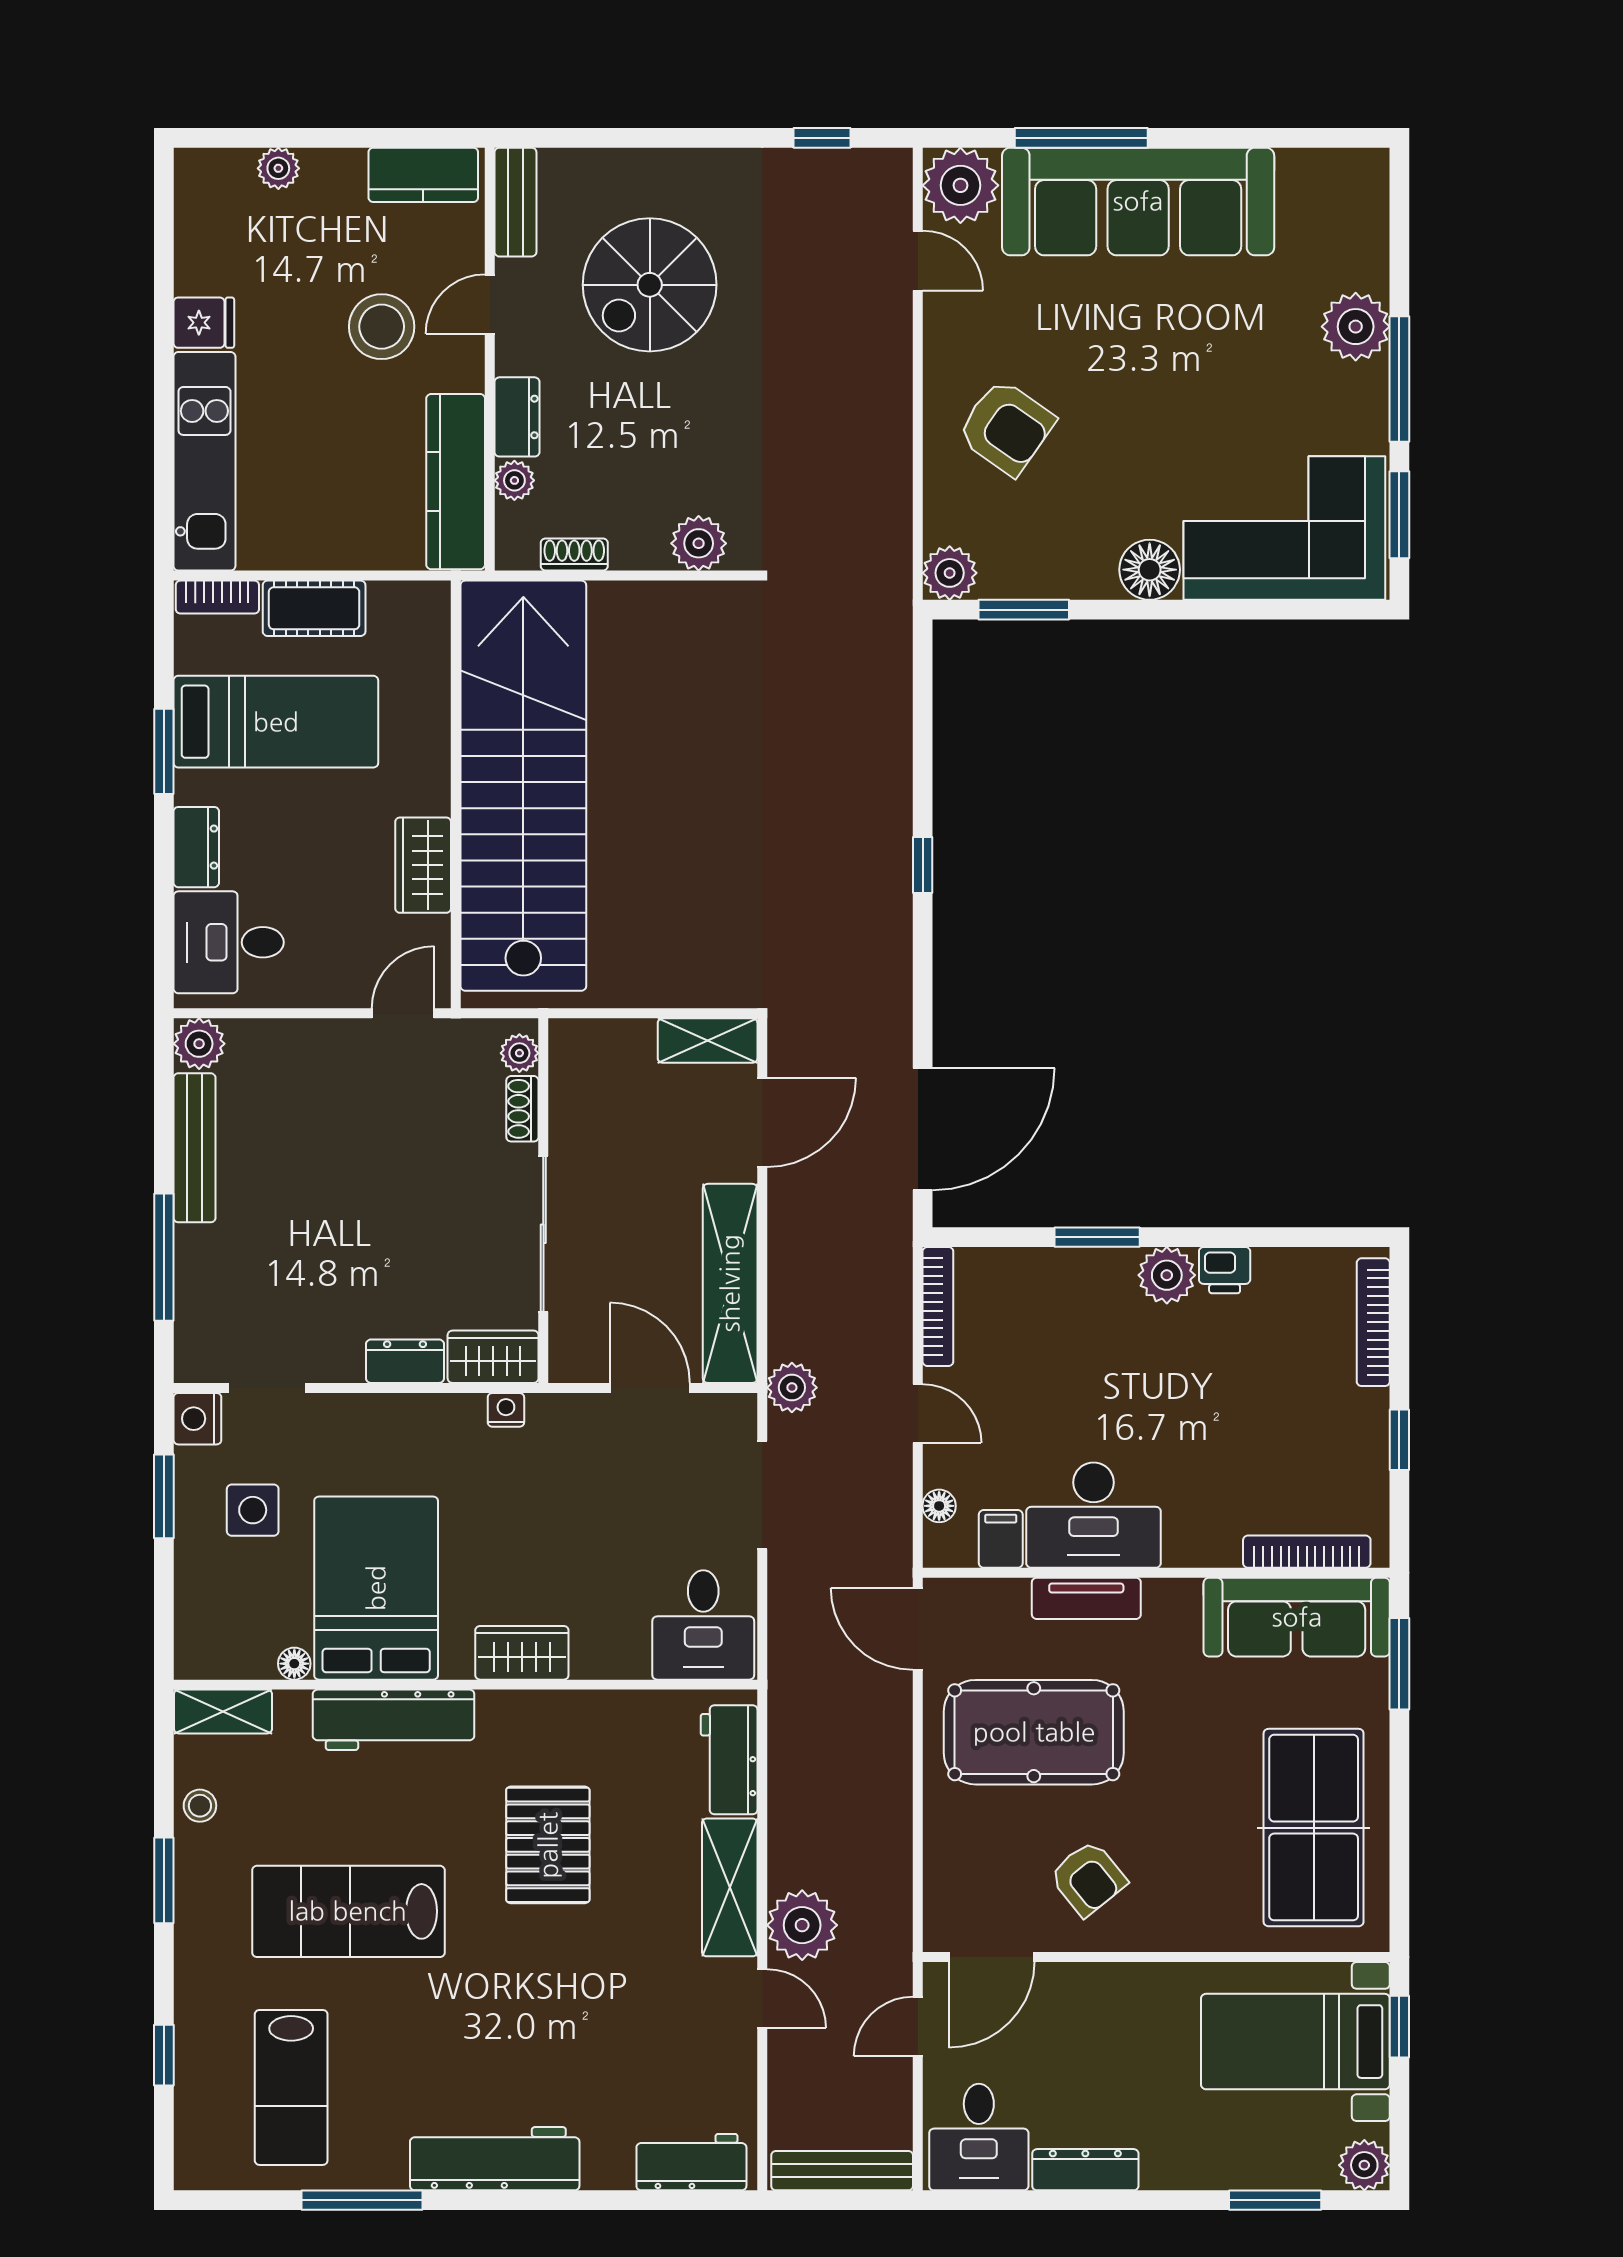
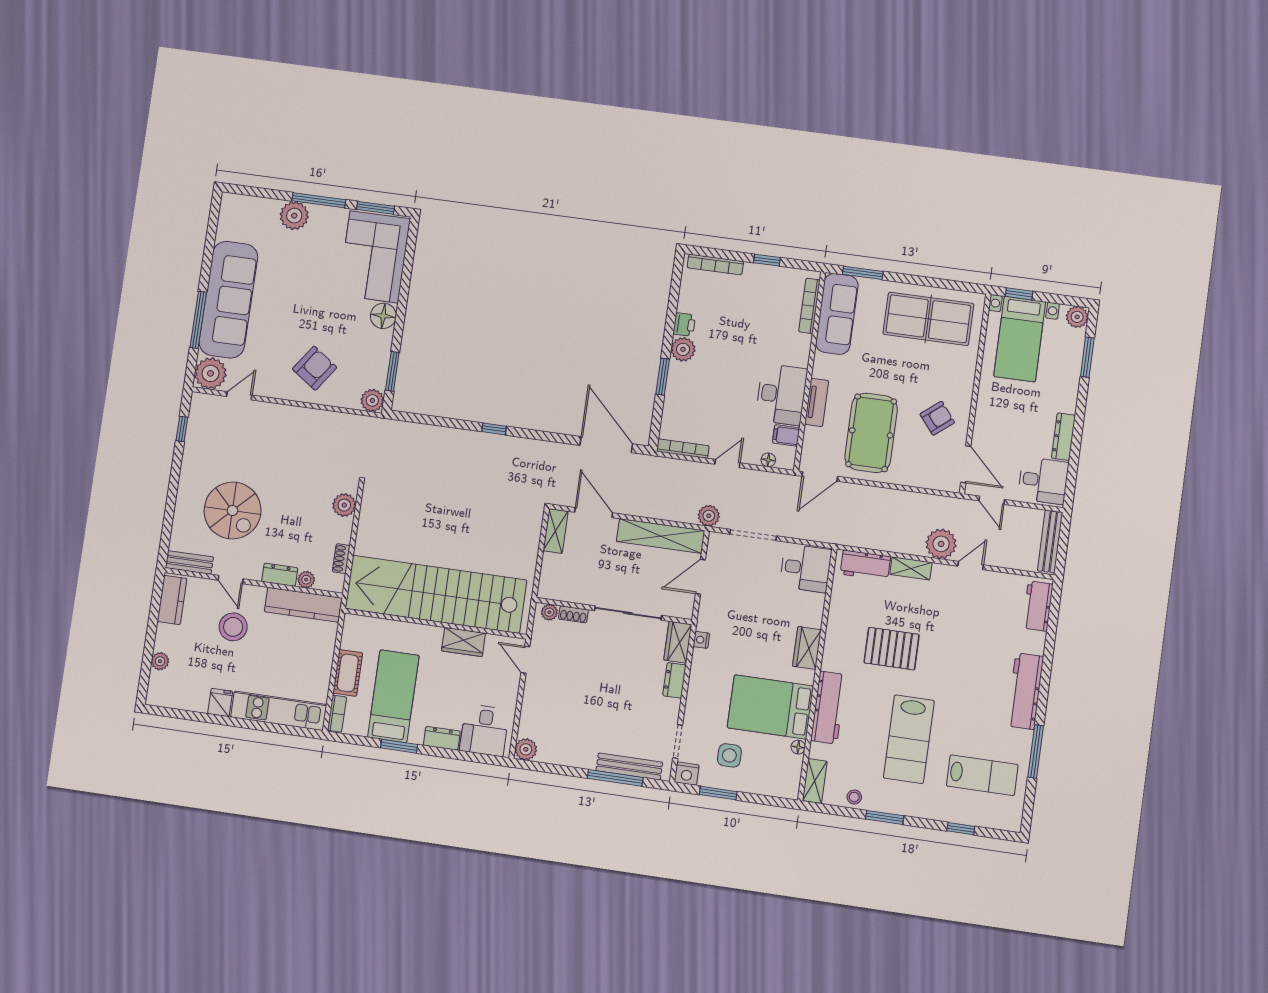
bench: (195, 1148) -> (629, 766), moved
shelving: (730, 1887) -> (911, 568), width x0.67, depth x0.75

